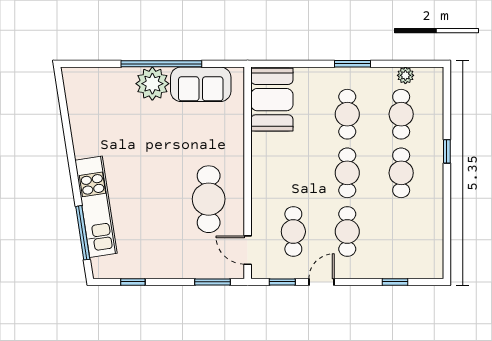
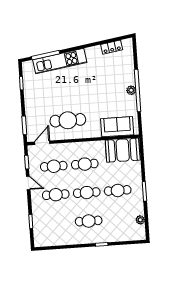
plant: (152, 84) -> (131, 90), width x0.53, depth x0.53
sofa: (201, 84) -> (117, 127), moved, turned 90
locker: (76, 107) -> (112, 47), added
cafe table: (401, 114) -> (85, 164), moved

